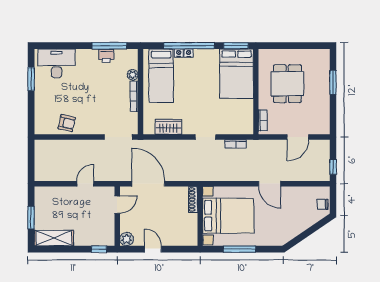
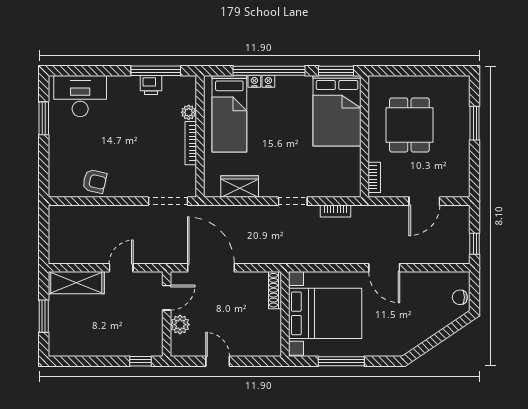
shelving: (54, 238) -> (76, 283), moved
plant: (127, 239) -> (180, 325), moved

